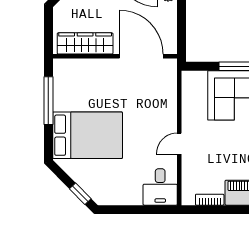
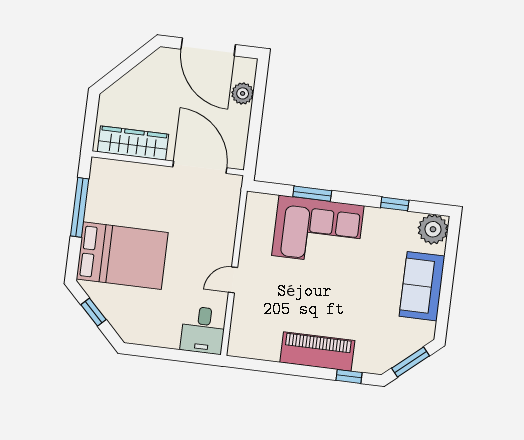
window: (80, 194) -> (94, 312), moved
bookcase: (210, 200) -> (262, 353), removed

